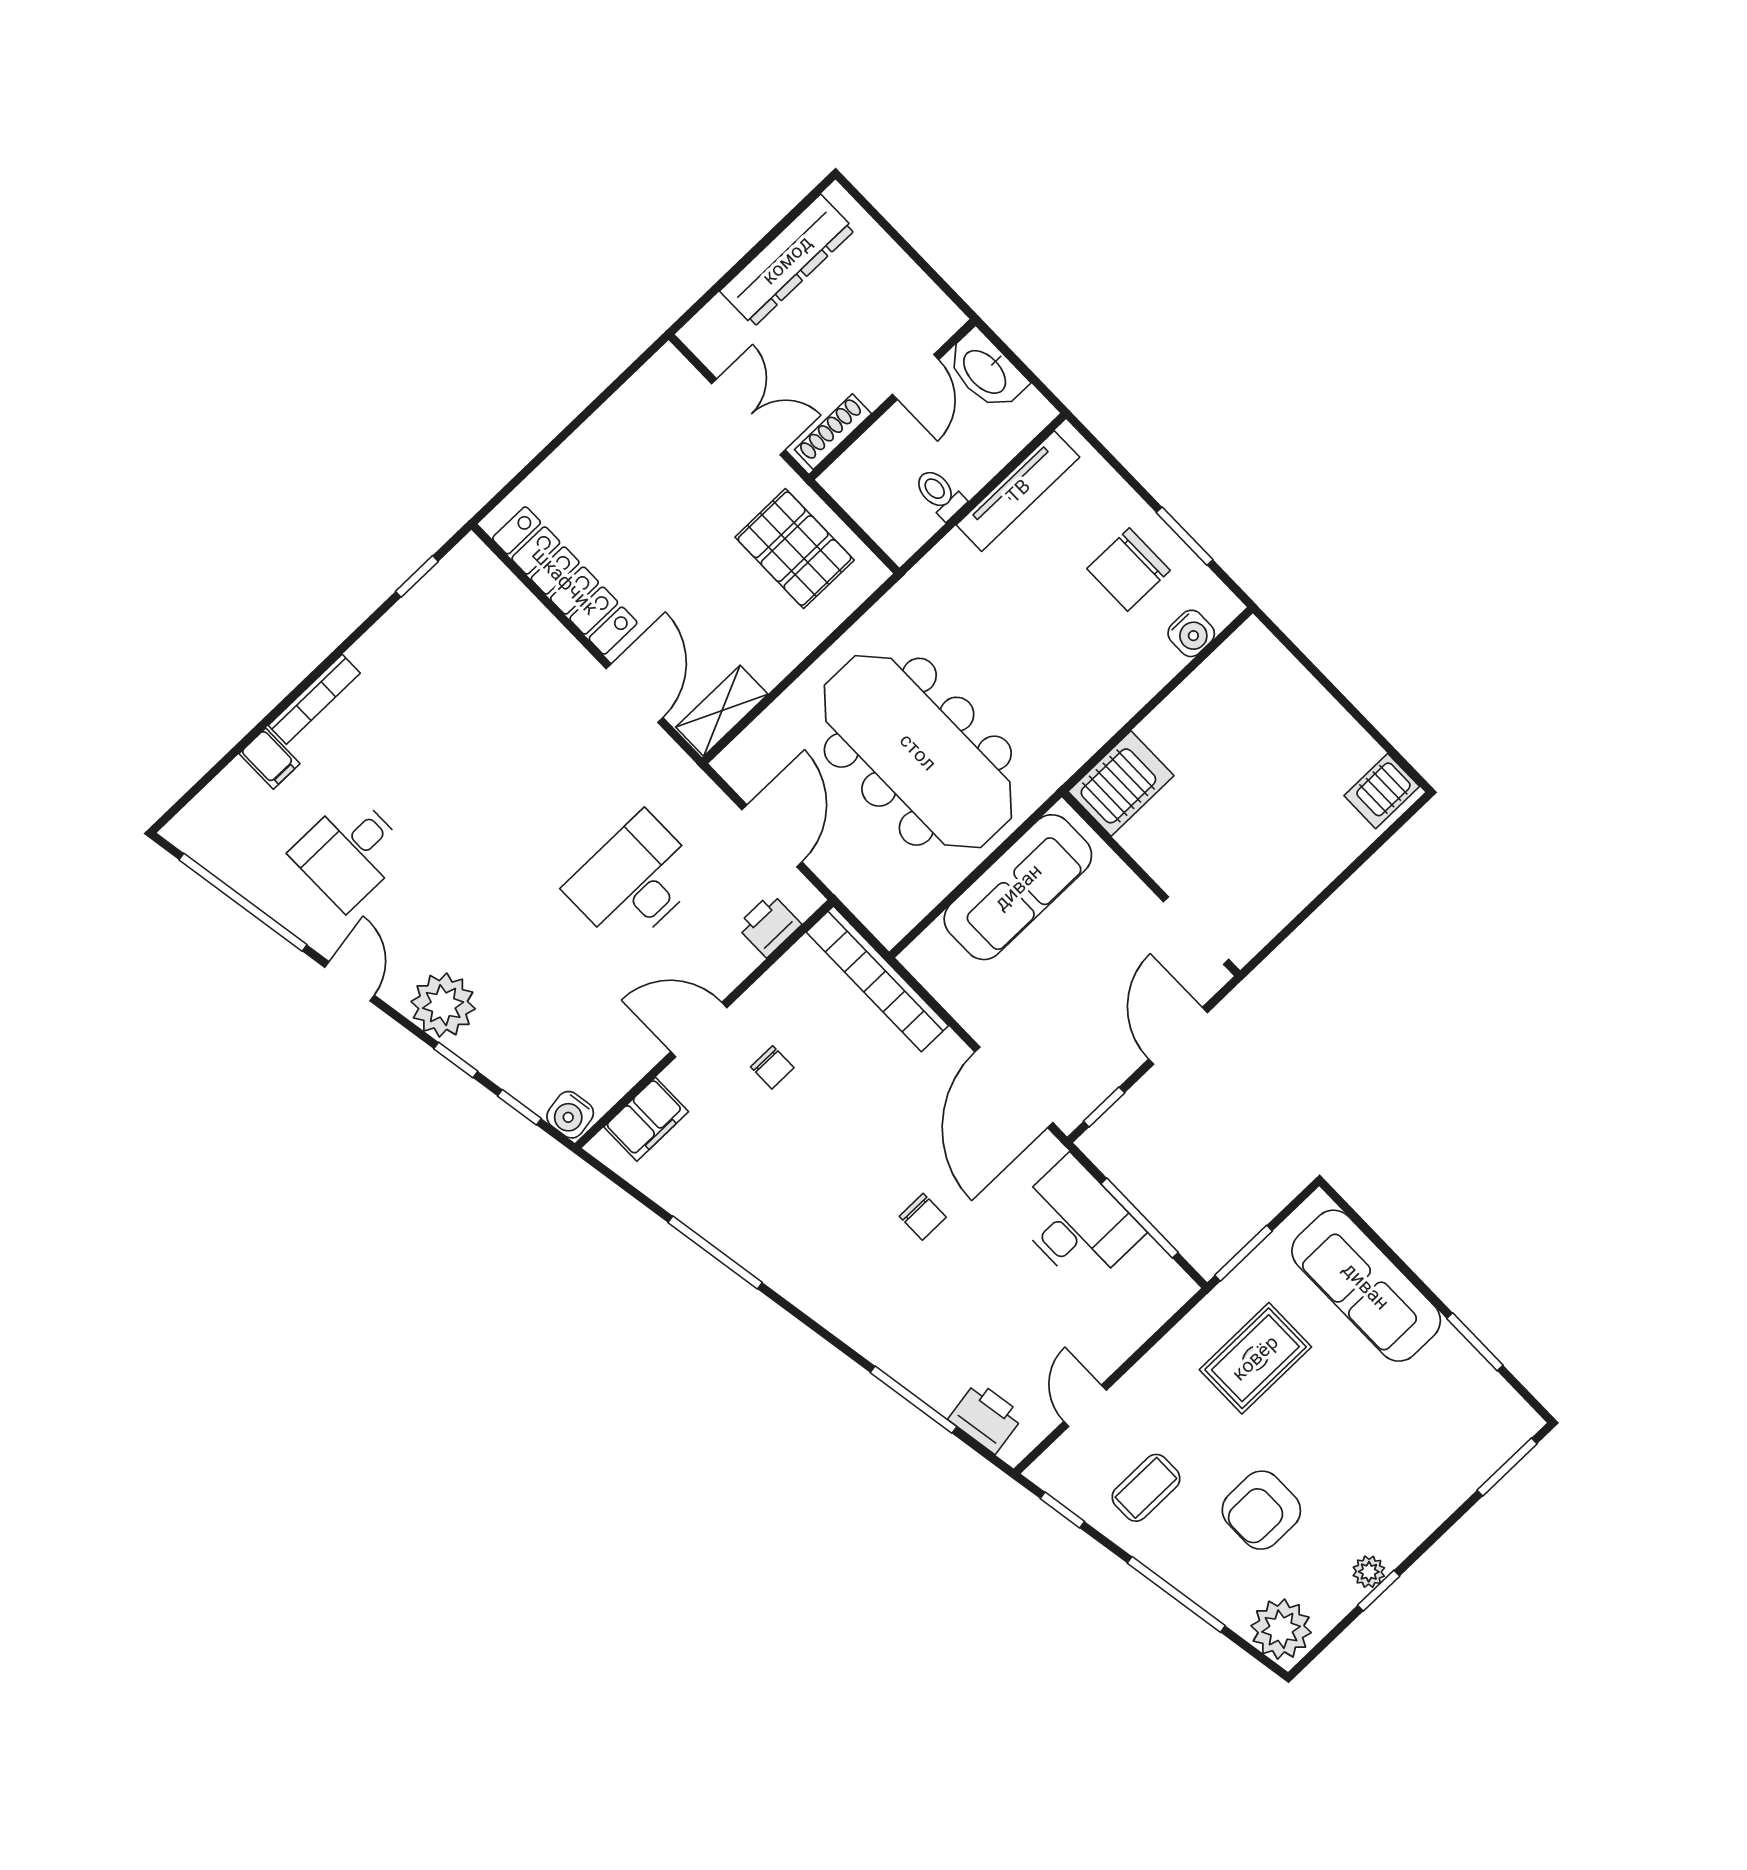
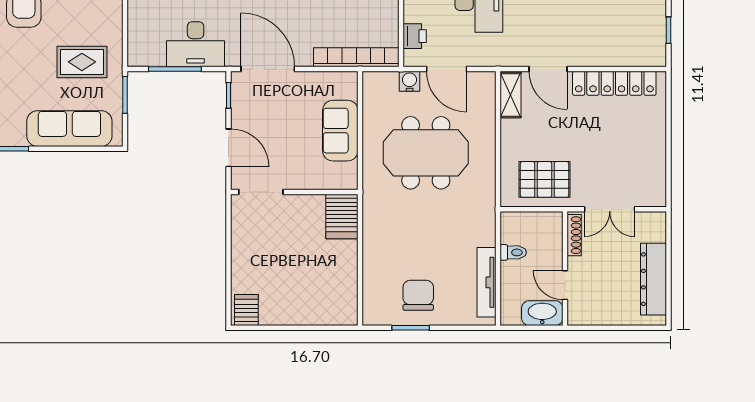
water cooler: (1191, 633) -> (410, 81), moved, turned 90
meeting table: (918, 752) -> (426, 153), width x0.73
sofa: (1018, 887) -> (340, 131), width x0.73
rug: (1255, 1358) -> (82, 62), turned 90

